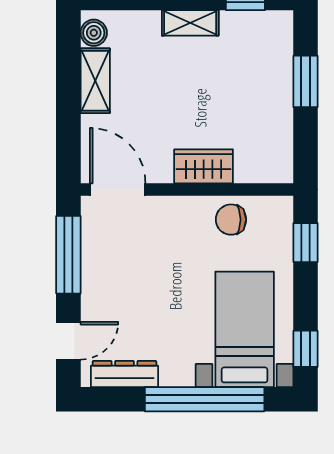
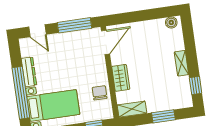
shelving: (95, 81) -> (132, 109), moved
dresser: (124, 374) -> (29, 72), moved

